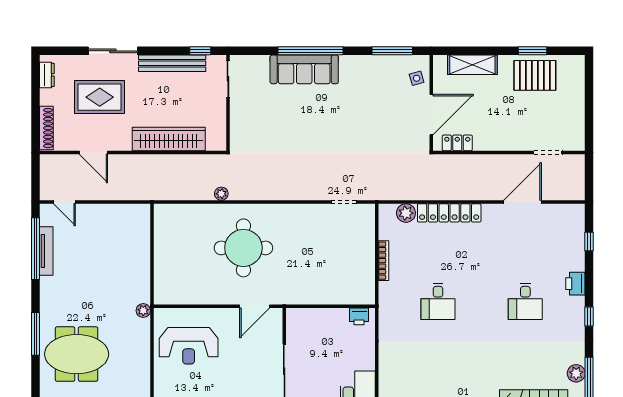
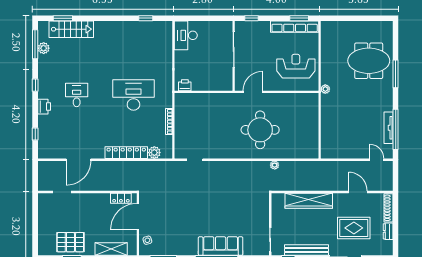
dresser: (47, 75) -> (388, 231), moved
desk: (438, 302) -> (133, 95), width x1.87, depth x1.30

